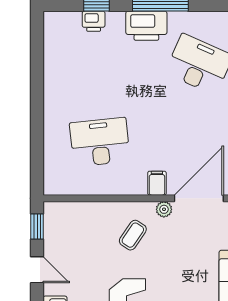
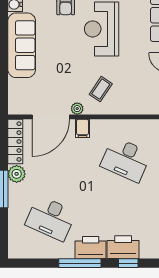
printer: (94, 21) -> (123, 247), width x1.87, depth x1.48
desk: (100, 142) -> (126, 159), turned 30

